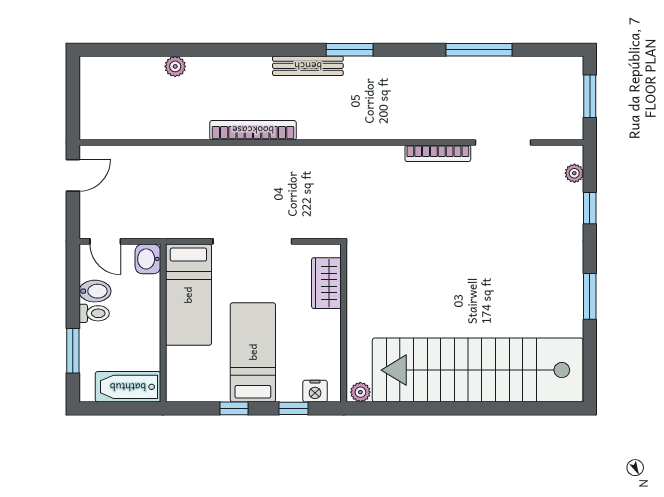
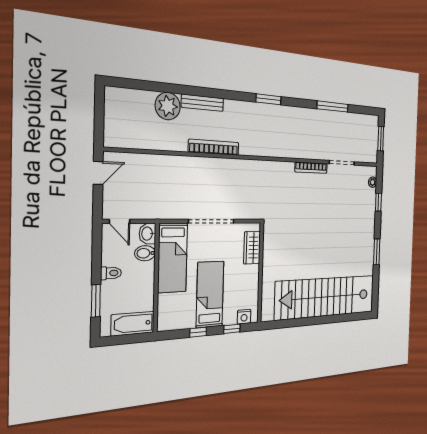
plant: (175, 66) -> (168, 106), width x1.88, depth x1.88
bench: (308, 66) -> (203, 103), moved
bidet: (95, 291) -> (145, 253), moved, turned 180
plant: (360, 392) -> (268, 315), removed

